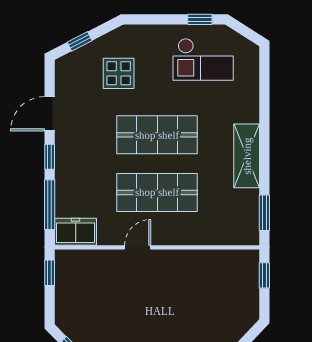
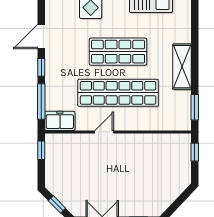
shop shelf: (157, 192) -> (118, 93), width x1.40

